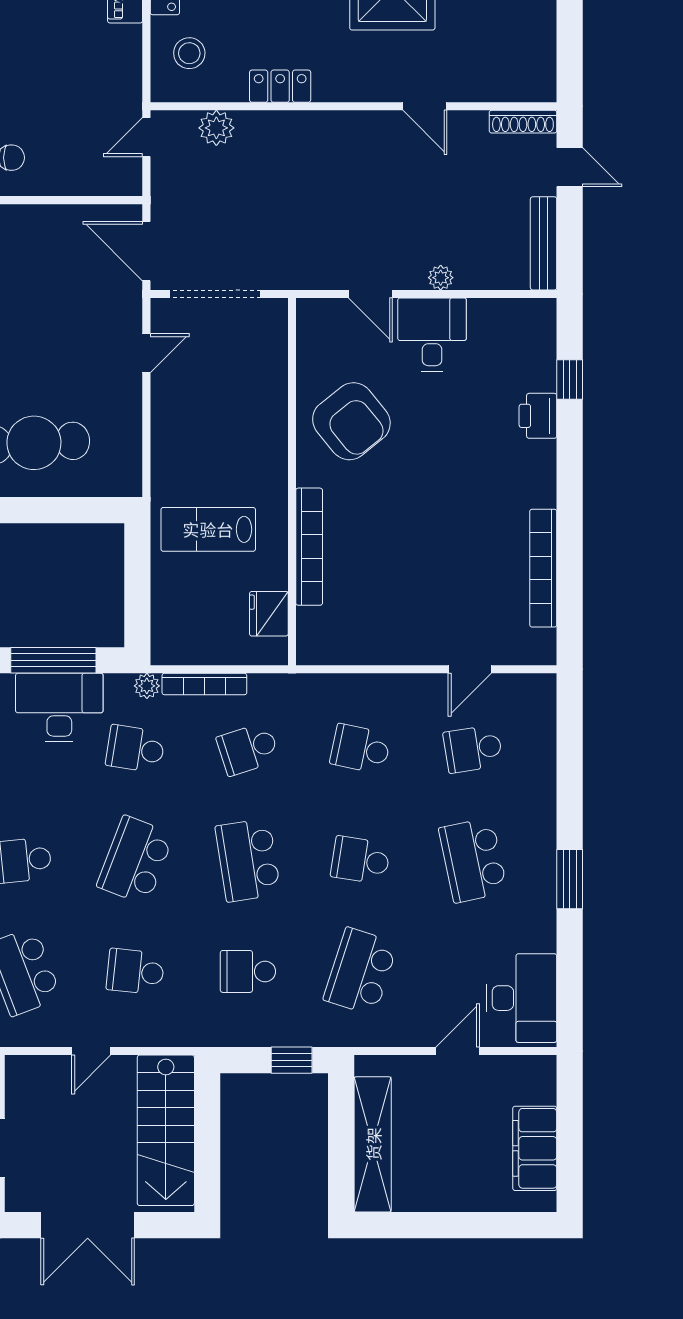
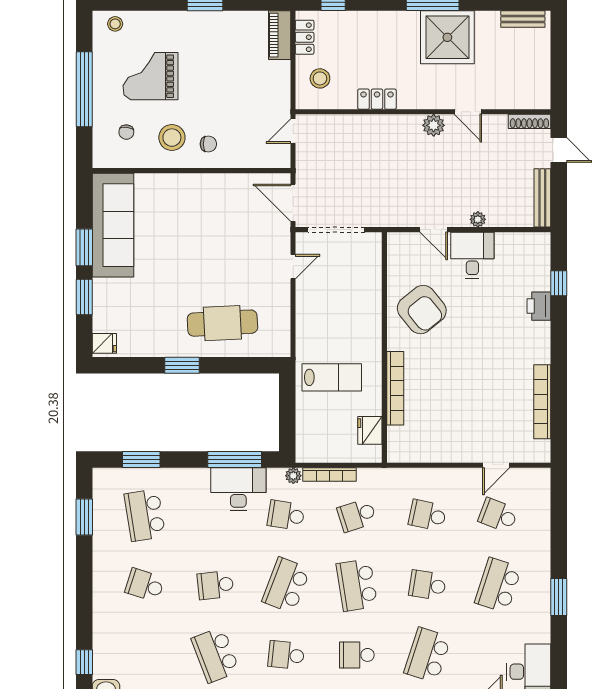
plant: (216, 128) -> (434, 125), moved
lab bench: (208, 529) -> (332, 377), turned 180
school desk: (473, 749) -> (498, 515), turned 30
school desk: (473, 860) -> (498, 585), turned 30

